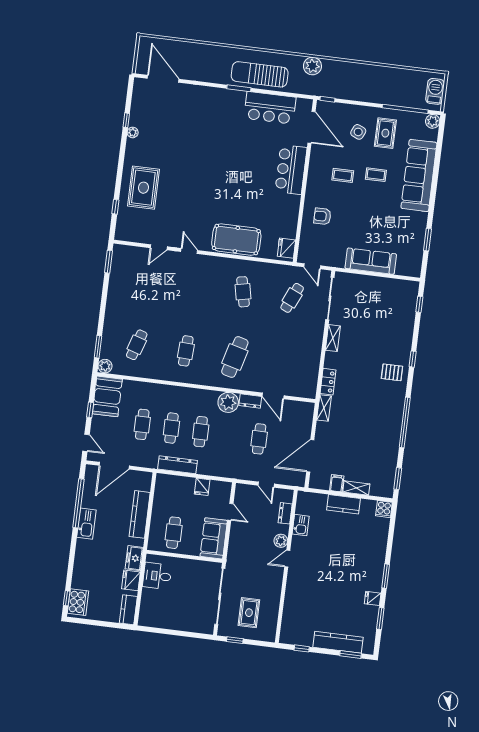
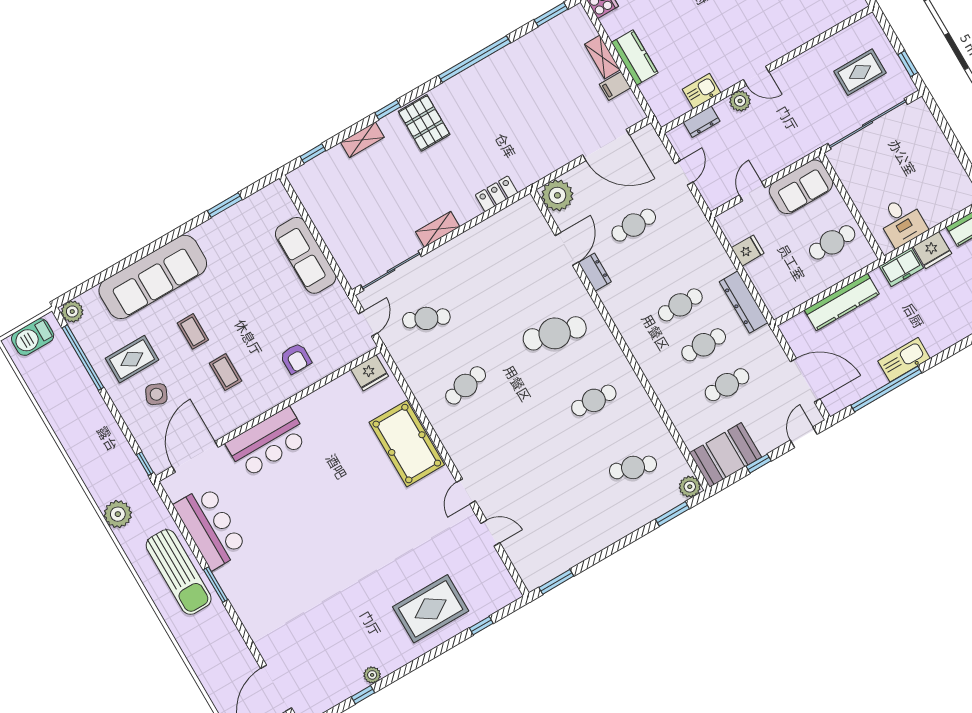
pallet: (392, 372) -> (424, 123), width x1.50, depth x1.42
plant: (228, 402) -> (557, 195), moved
shelving: (324, 408) -> (362, 140), moved

